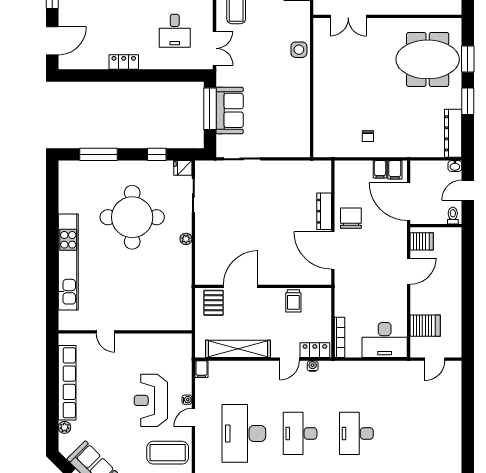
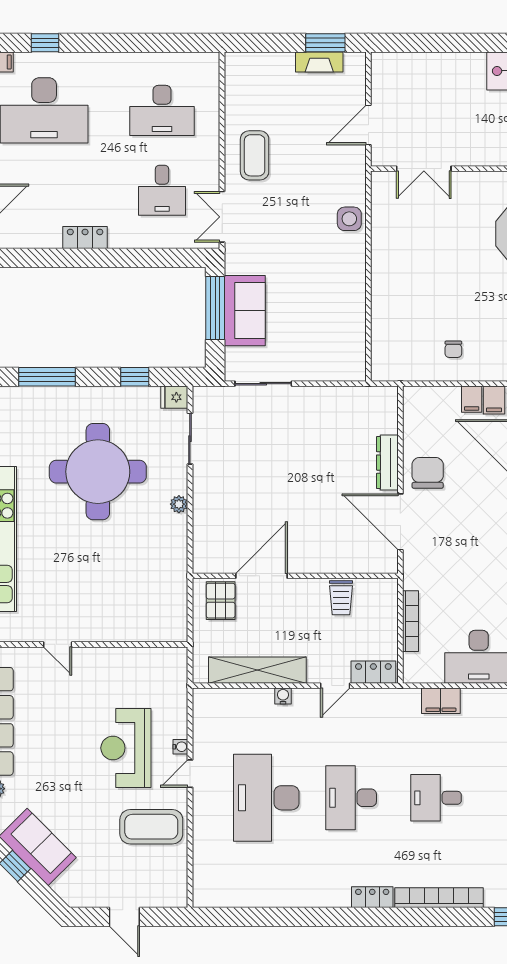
double door: (215, 48) -> (222, 217), swing flipped
bookcase: (339, 337) -> (411, 621), moved
water cooler: (313, 366) -> (283, 696), moved
filing cabinet: (202, 369) -> (441, 701), moved, width x2.00
desk: (356, 433) -> (436, 798), width x0.73

